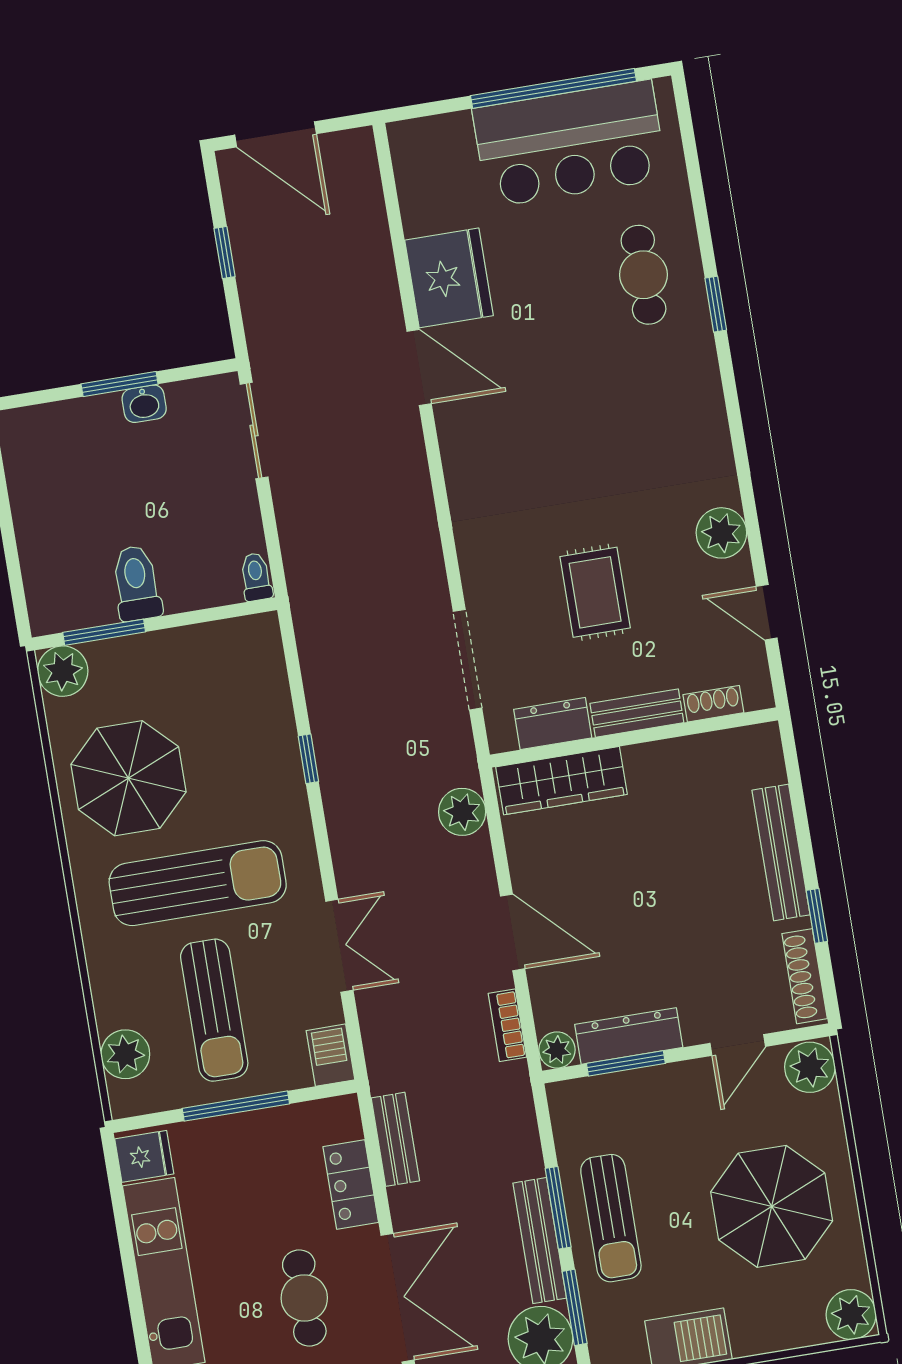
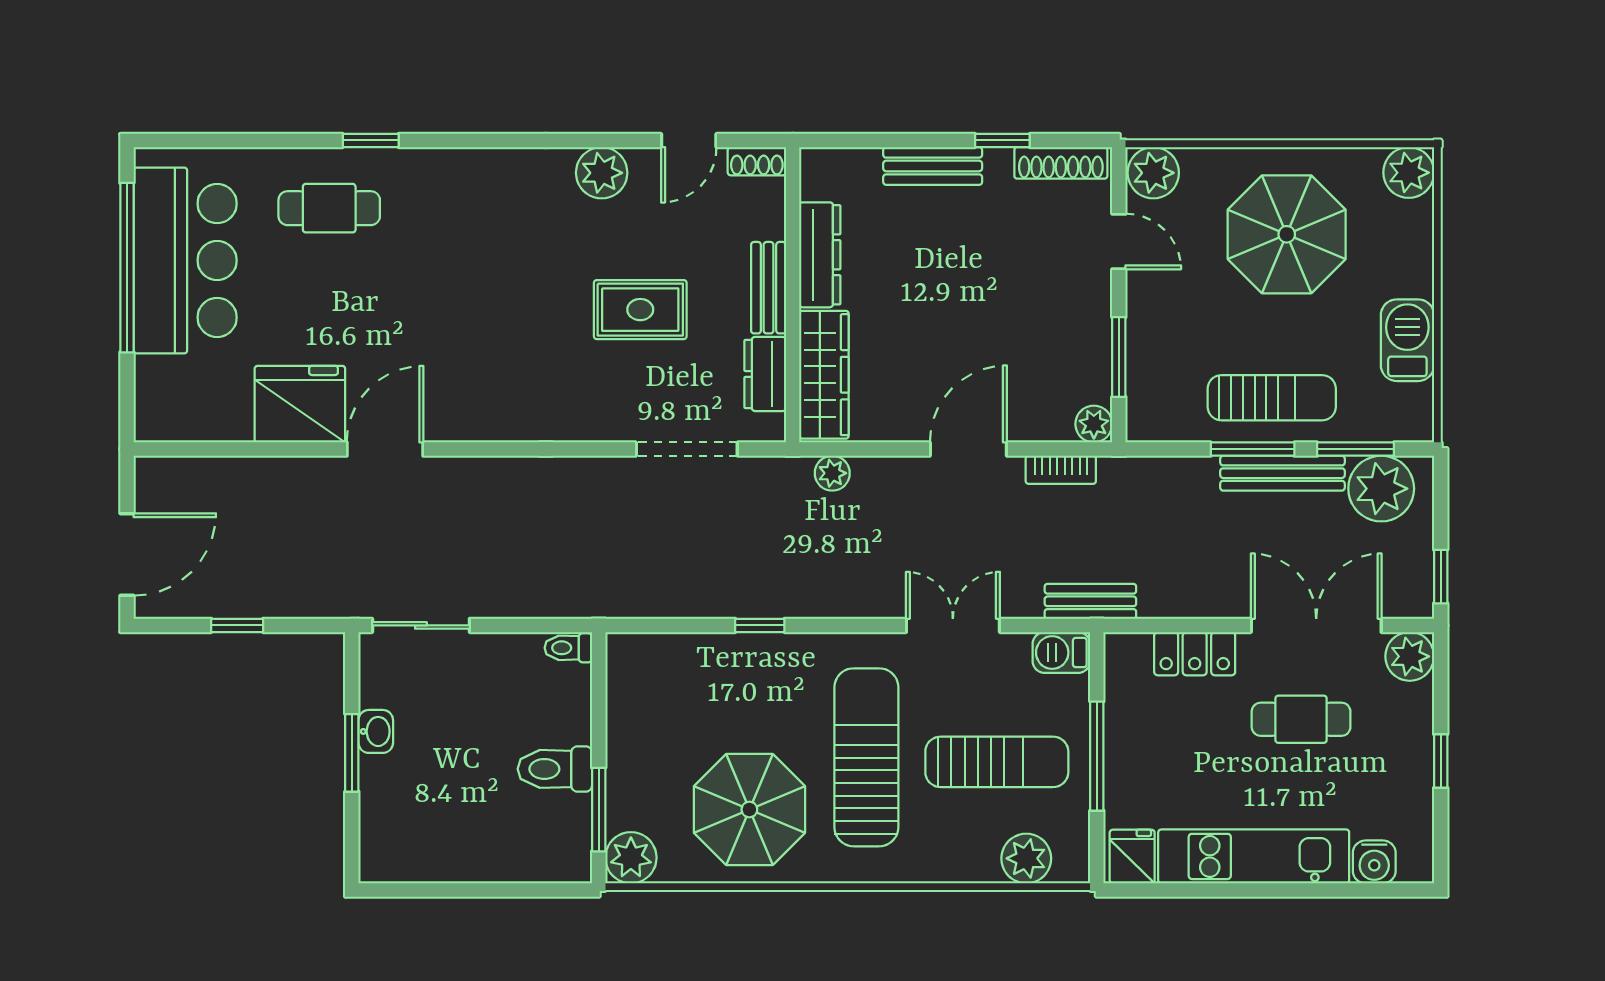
shoe rack: (713, 704) -> (757, 161), moved, turned -90
plant: (462, 812) -> (832, 473), width x0.73, depth x0.73
bench: (781, 852) -> (933, 166), width x0.73
dresser: (629, 1036) -> (820, 255), moved, turned 180
bench: (395, 1139) -> (1090, 601), moved

